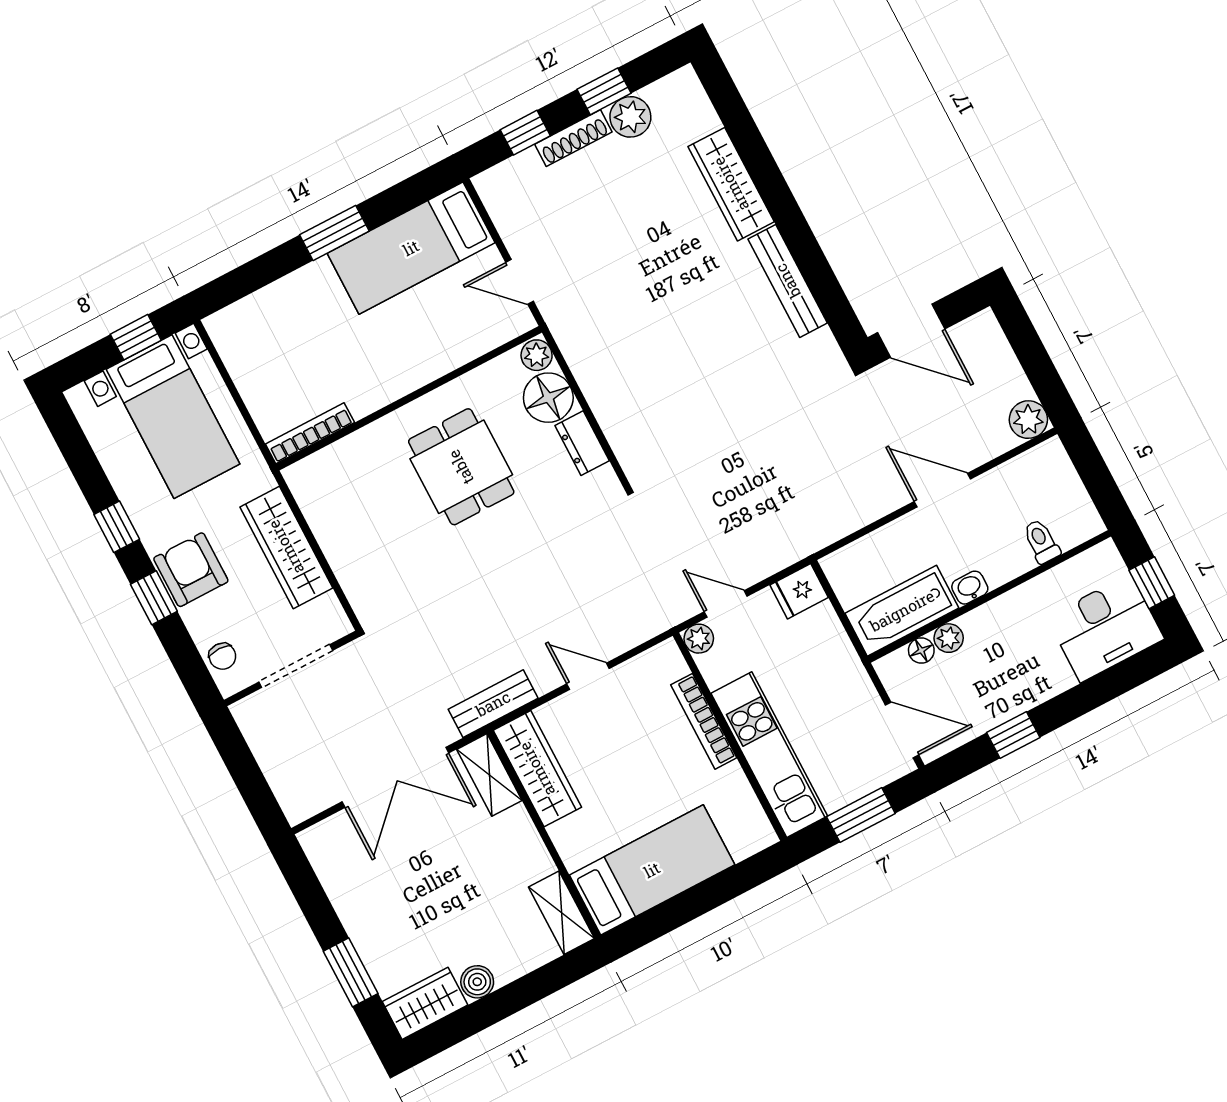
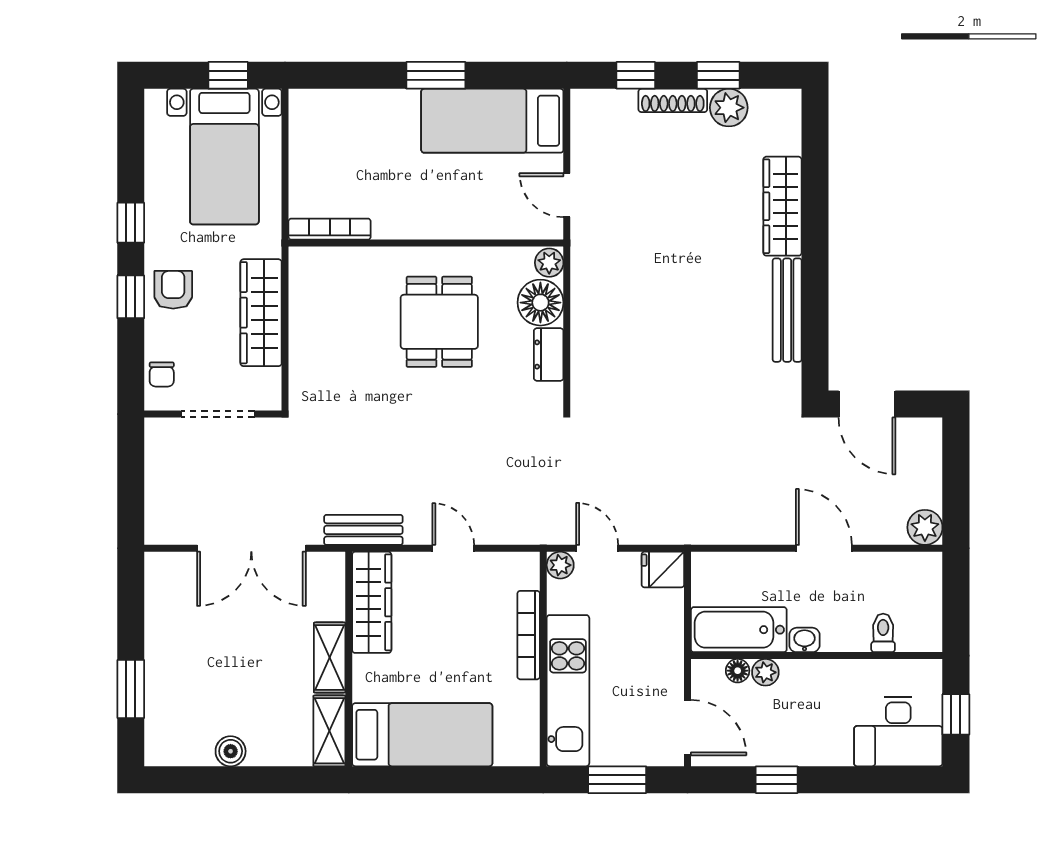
armchair: (191, 570) -> (173, 290), width x0.72, depth x0.72
shelving: (489, 775) -> (330, 658), moved
wardrobe: (425, 1003) -> (178, 746), removed

